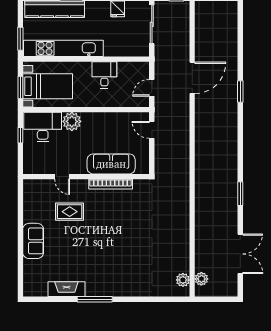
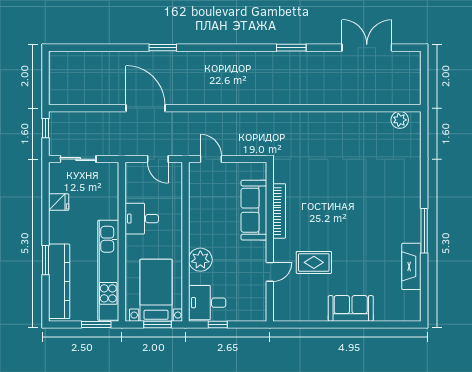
sliding door: (152, 24) -> (78, 159), width x0.73
desk: (43, 127) -> (207, 303), width x0.73
door: (152, 130) -> (211, 159), swing flipped
rug: (70, 212) -> (314, 262), turned 90
plant: (201, 279) -> (398, 97), removed

